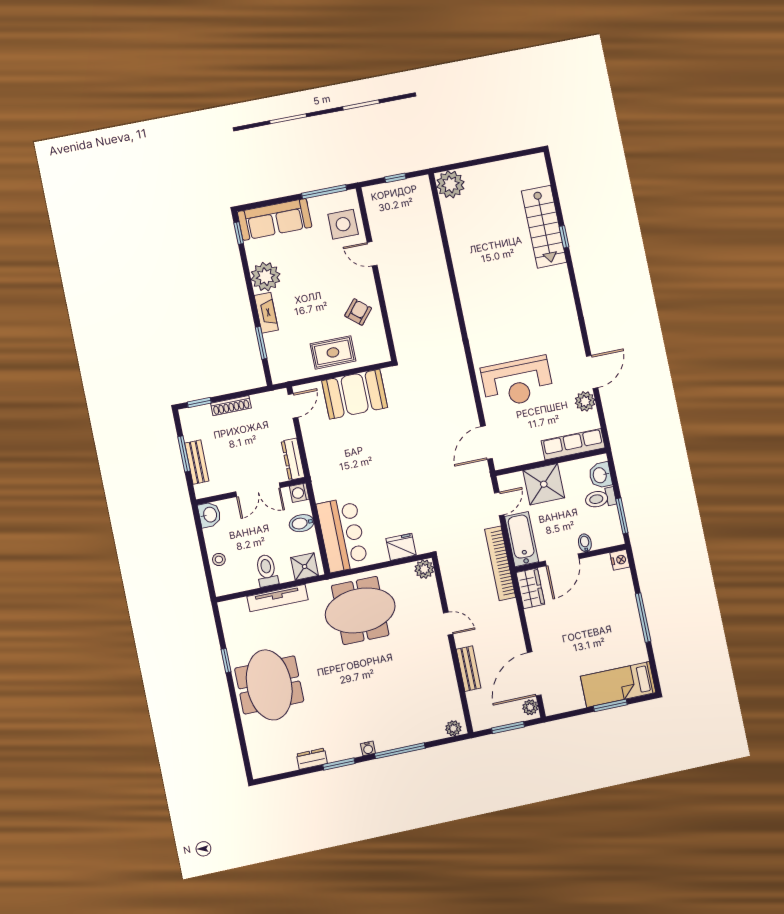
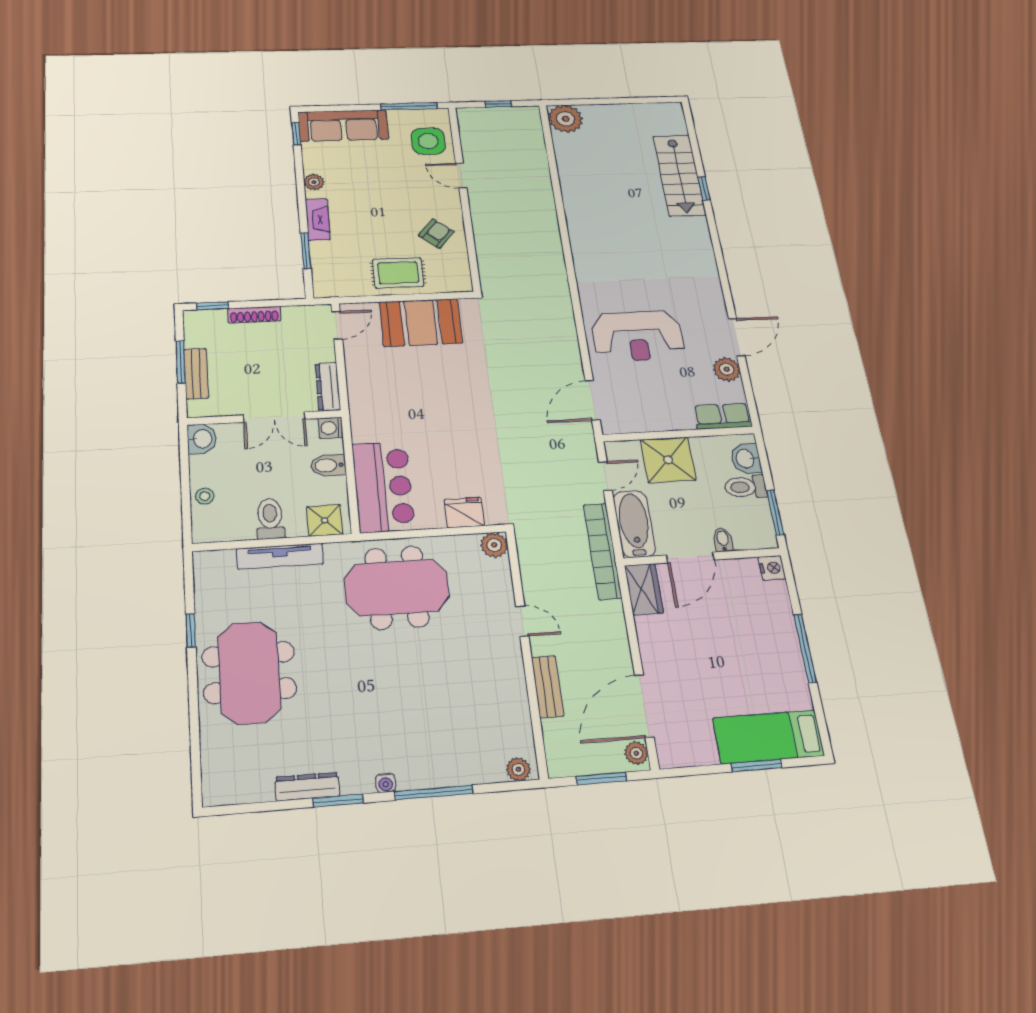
plant: (266, 277) -> (314, 182), width x0.53, depth x0.53
row of seats: (573, 444) -> (723, 416), width x0.68
dresser: (312, 759) -> (307, 787), width x1.44

